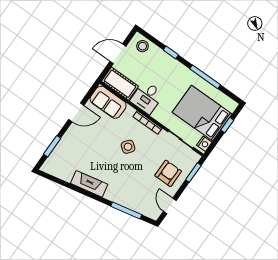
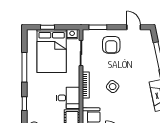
armchair: (168, 173) -> (111, 45), turned -90
door: (170, 206) -> (134, 27), swing flipped

